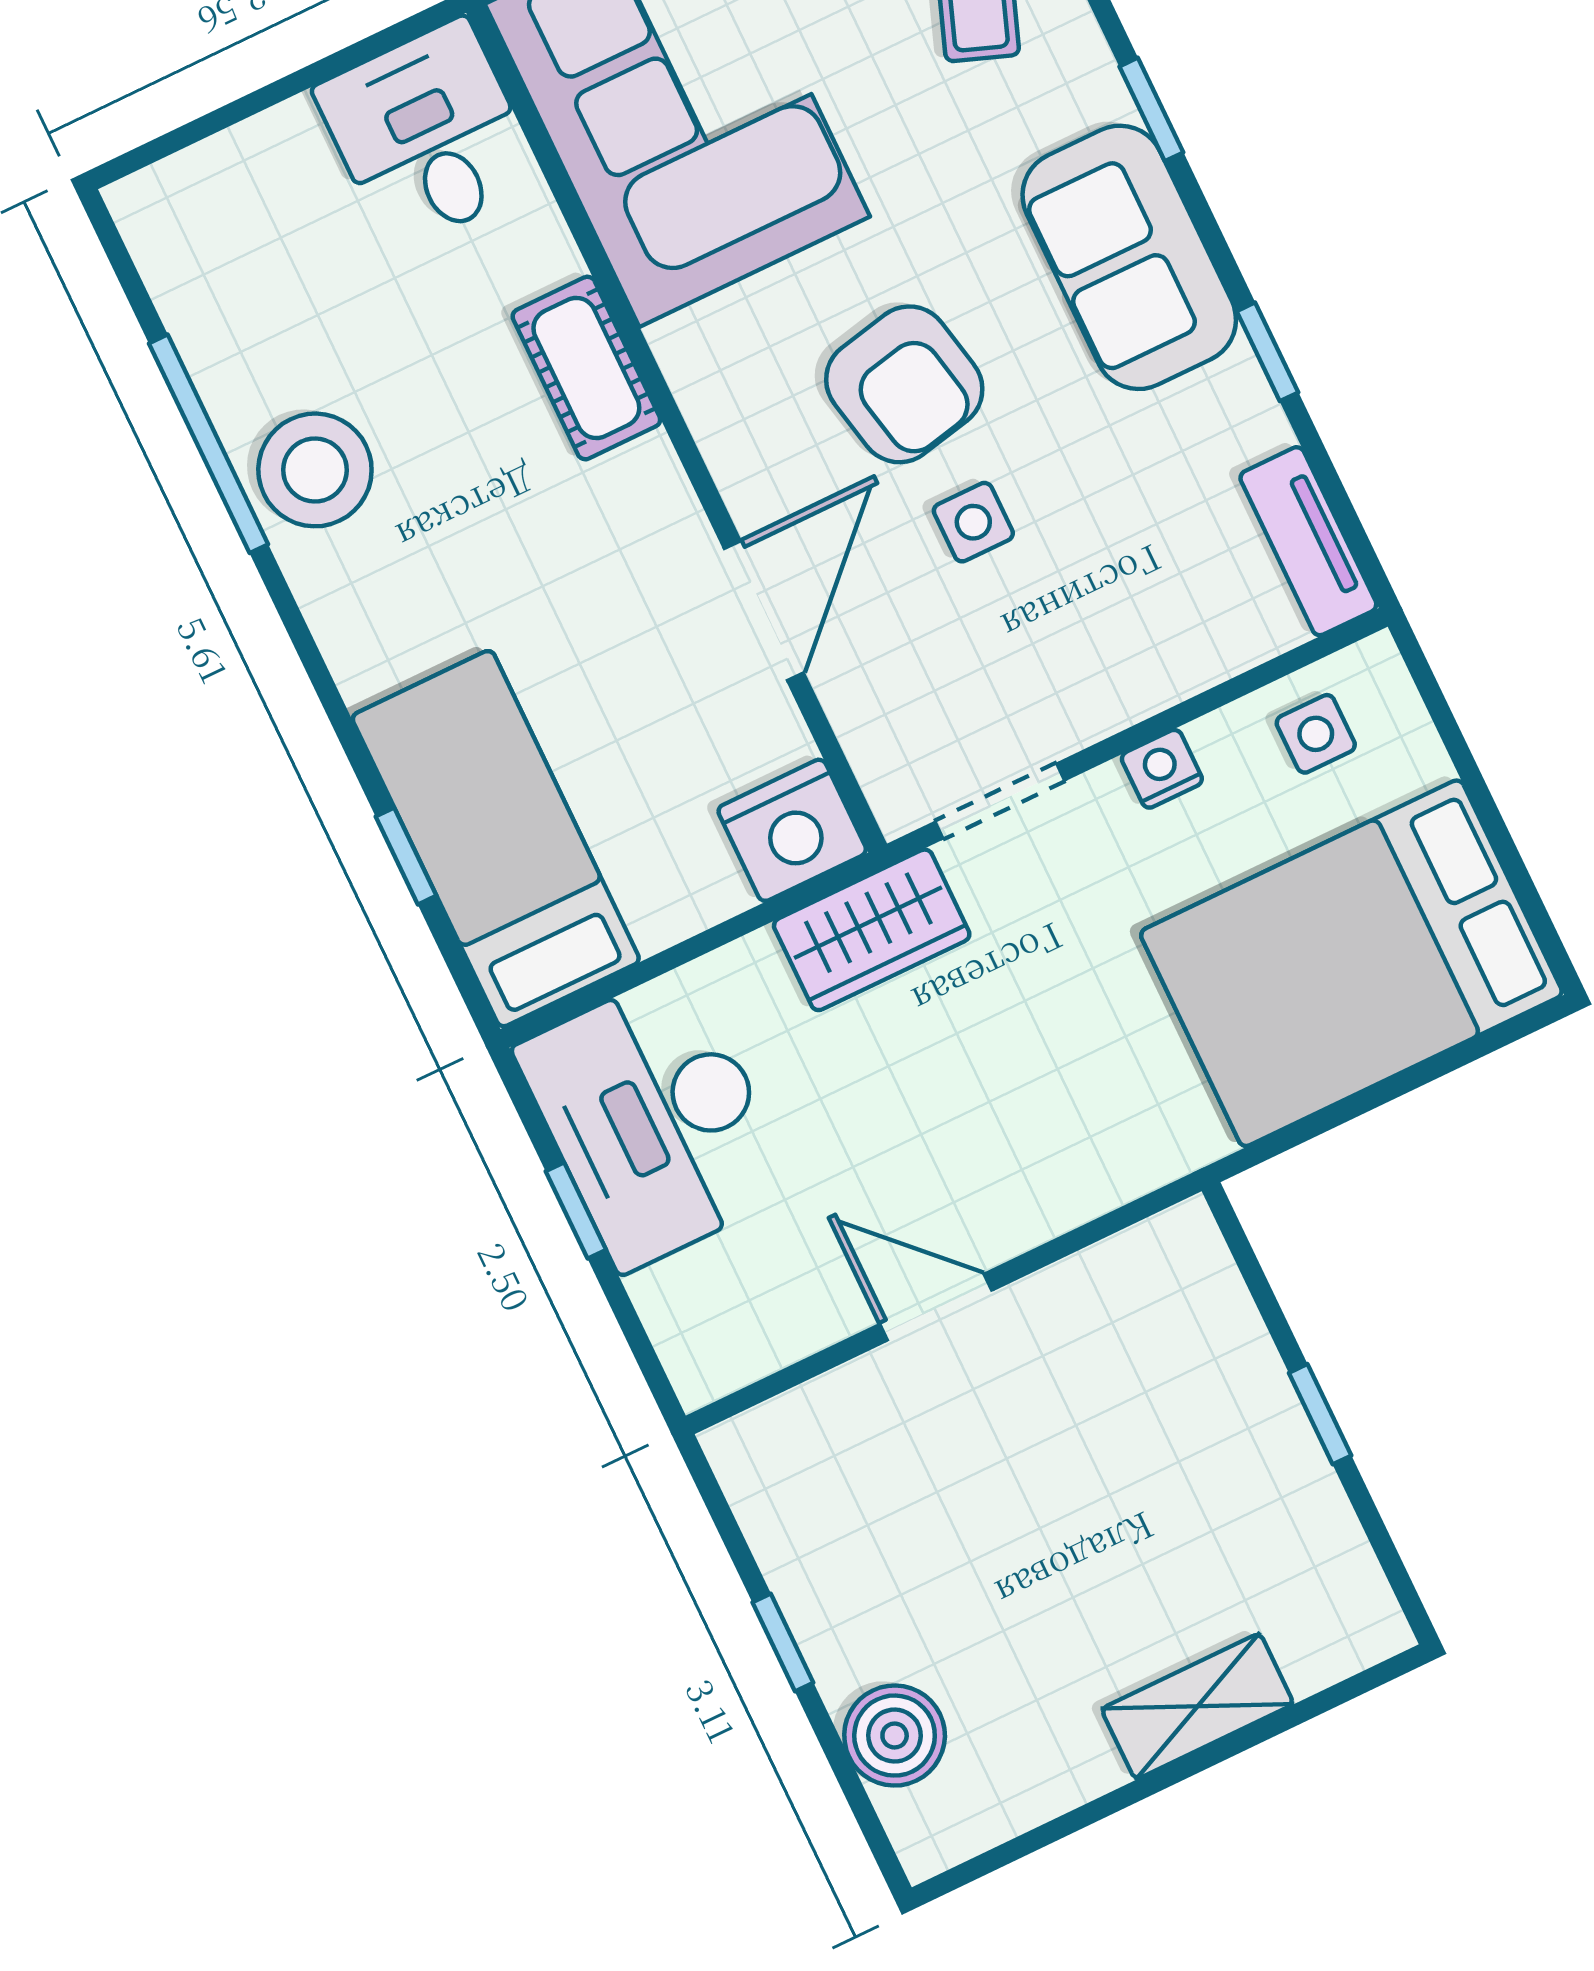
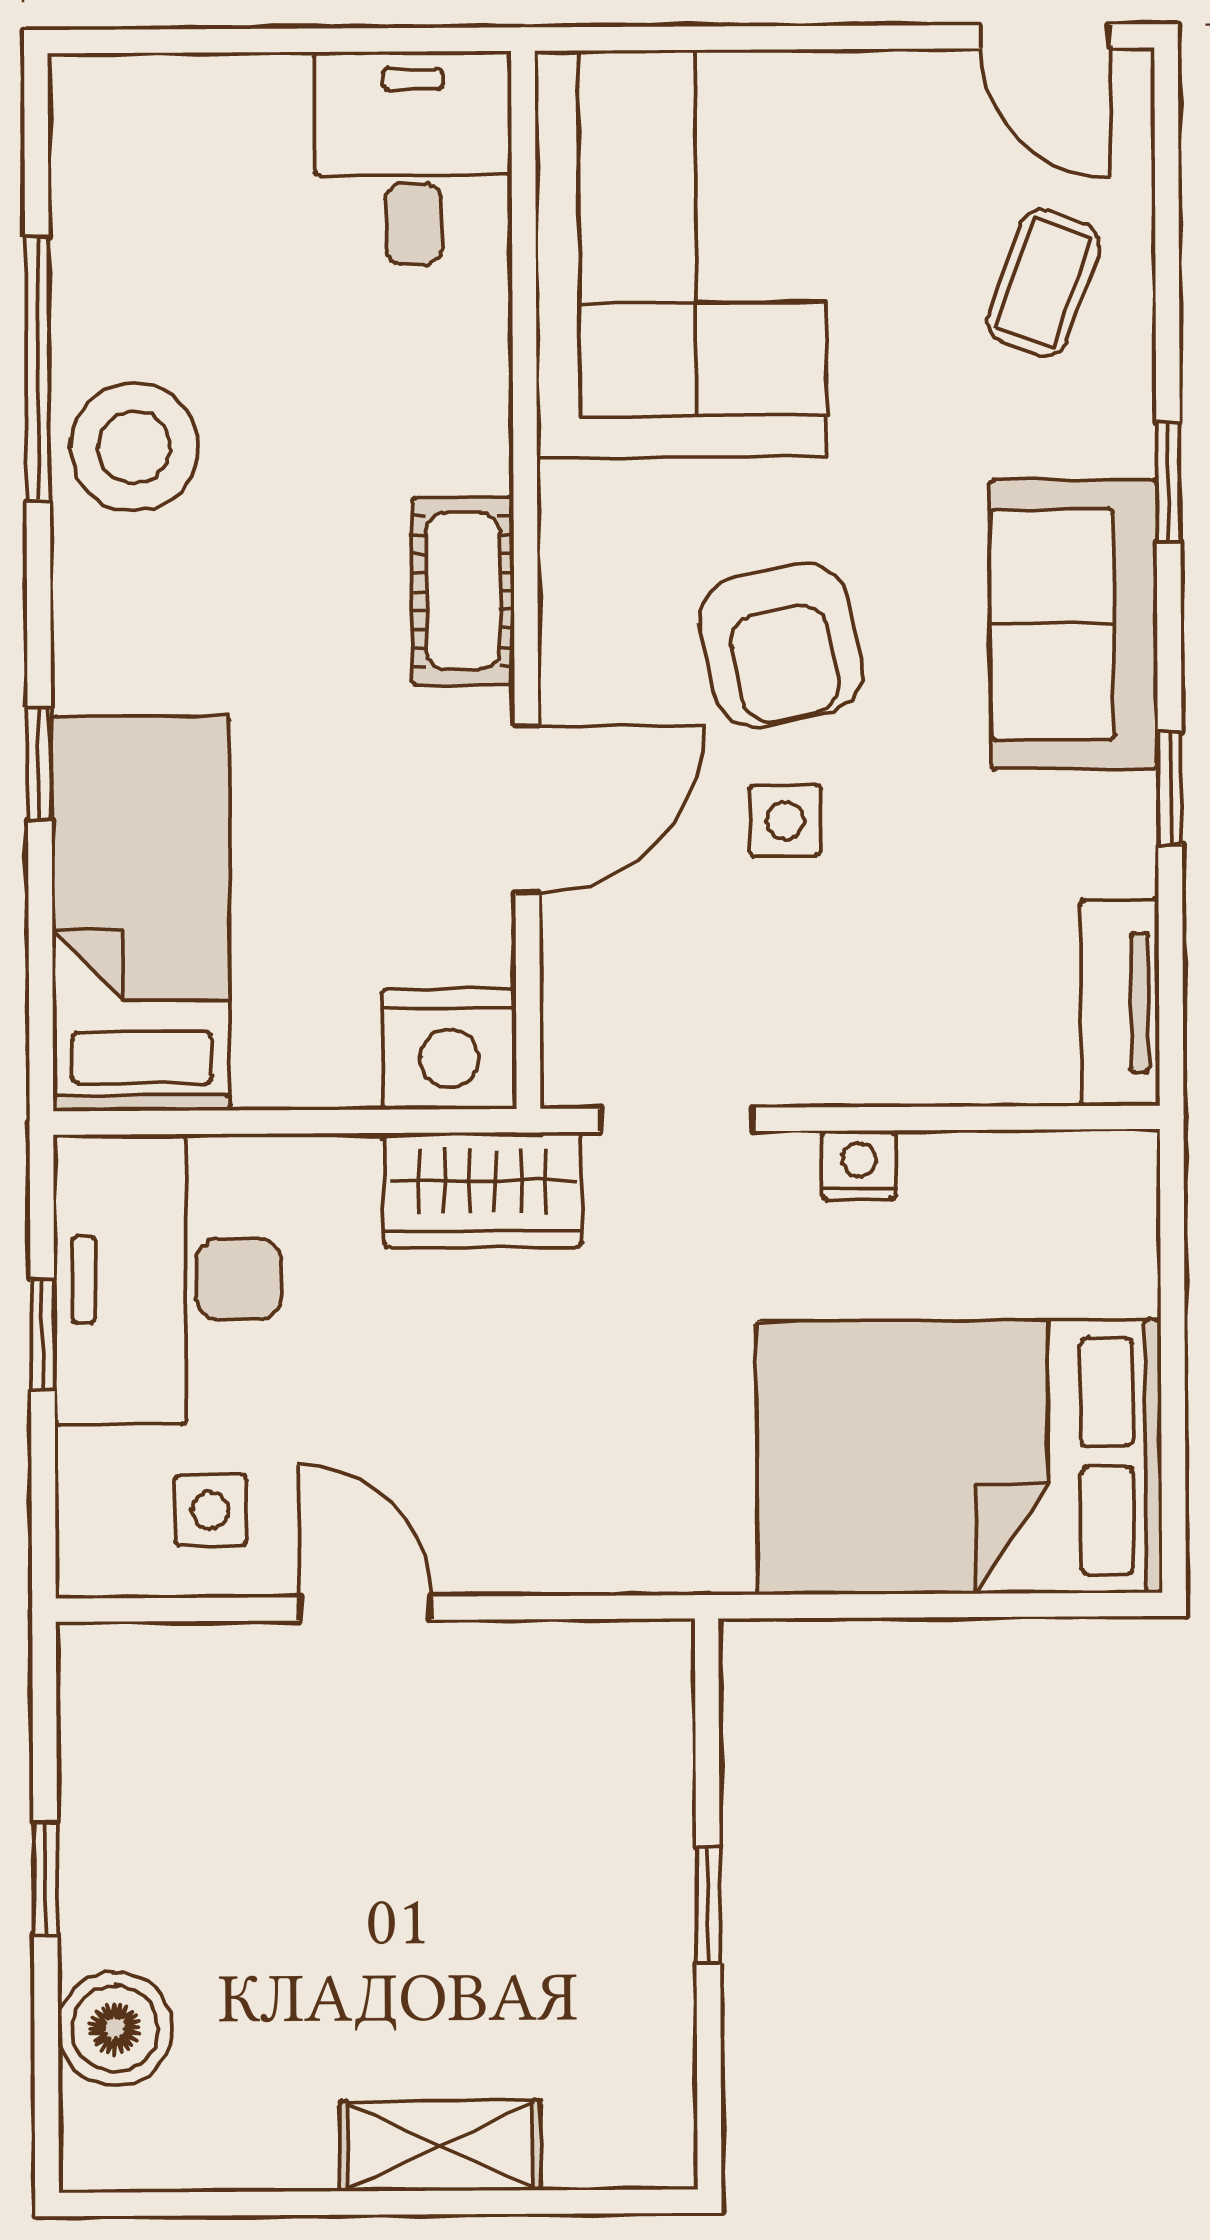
cot: (586, 368) -> (463, 591), moved
side table: (1316, 734) -> (210, 1510), moved
window: (406, 856) -> (40, 764), moved

